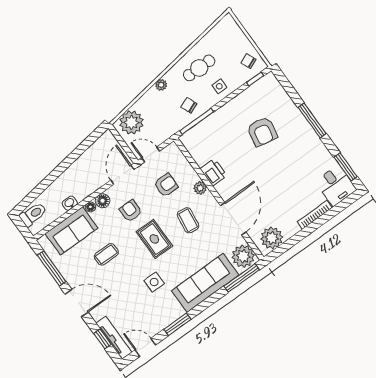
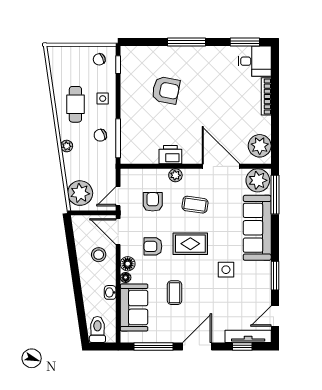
stool: (93, 172) -> (99, 255), added

